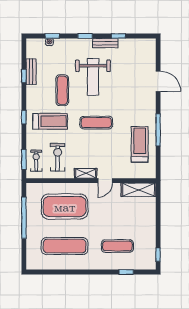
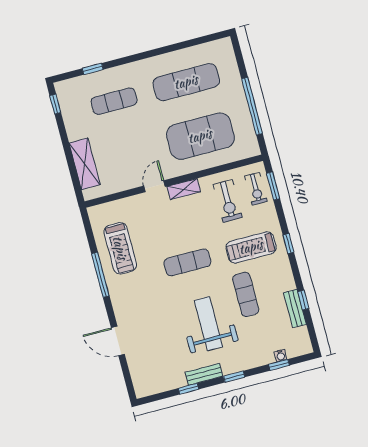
shelving: (139, 190) -> (85, 164), moved, turned 90

